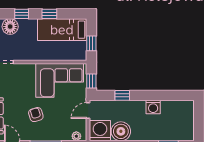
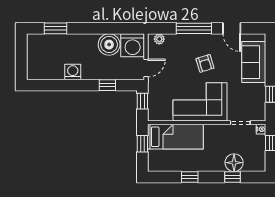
window: (22, 14) -> (233, 177), moved
bed: (62, 30) -> (175, 137), moved
corner sofa: (60, 80) -> (200, 102), moved

